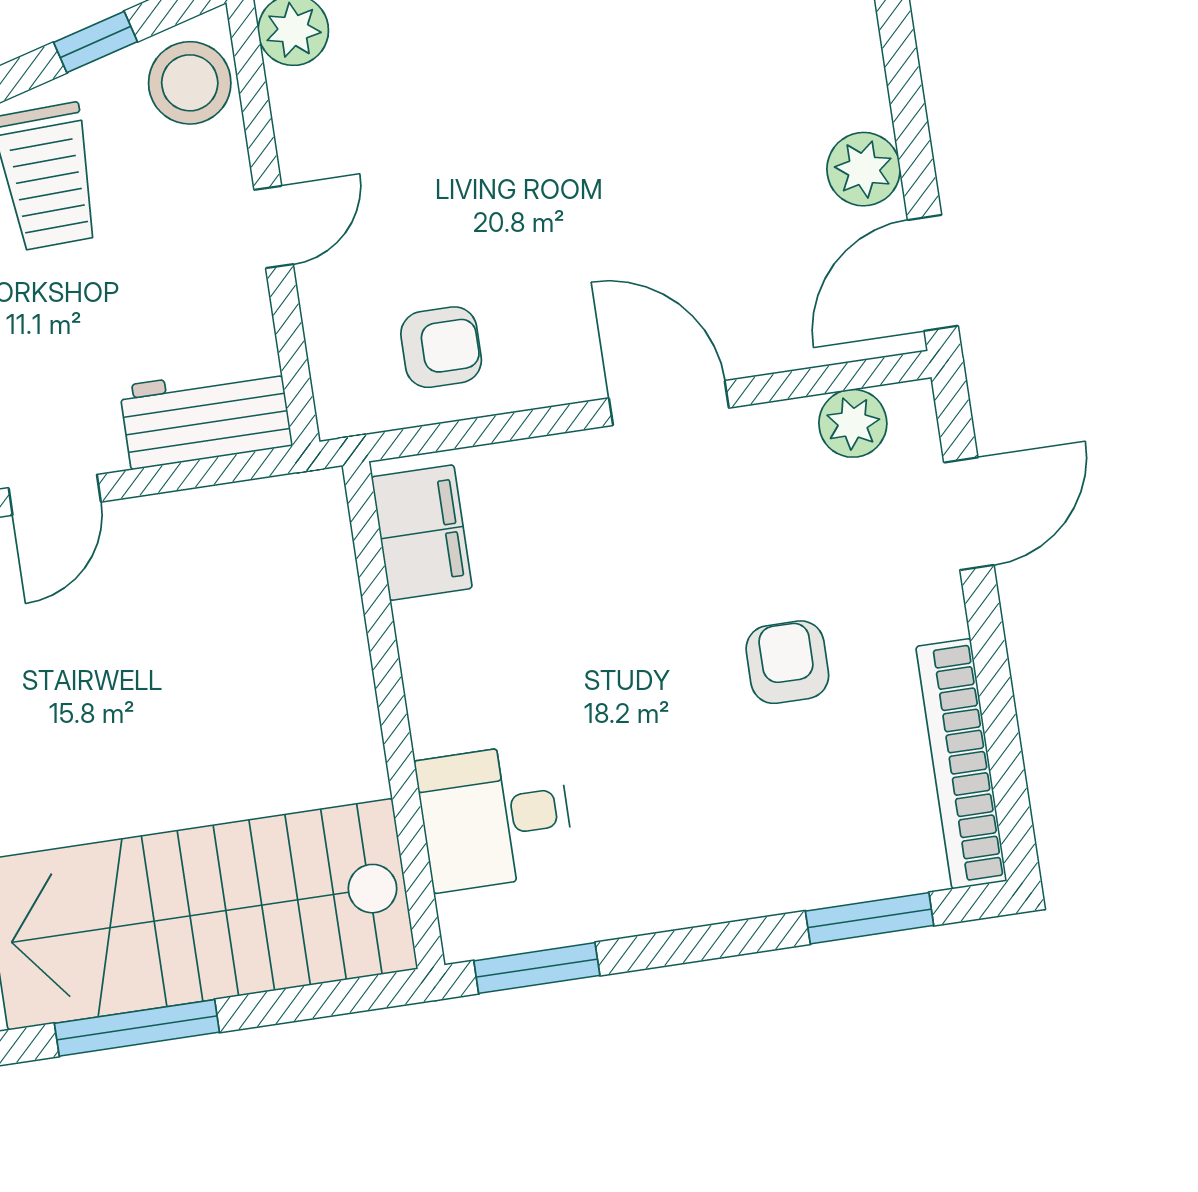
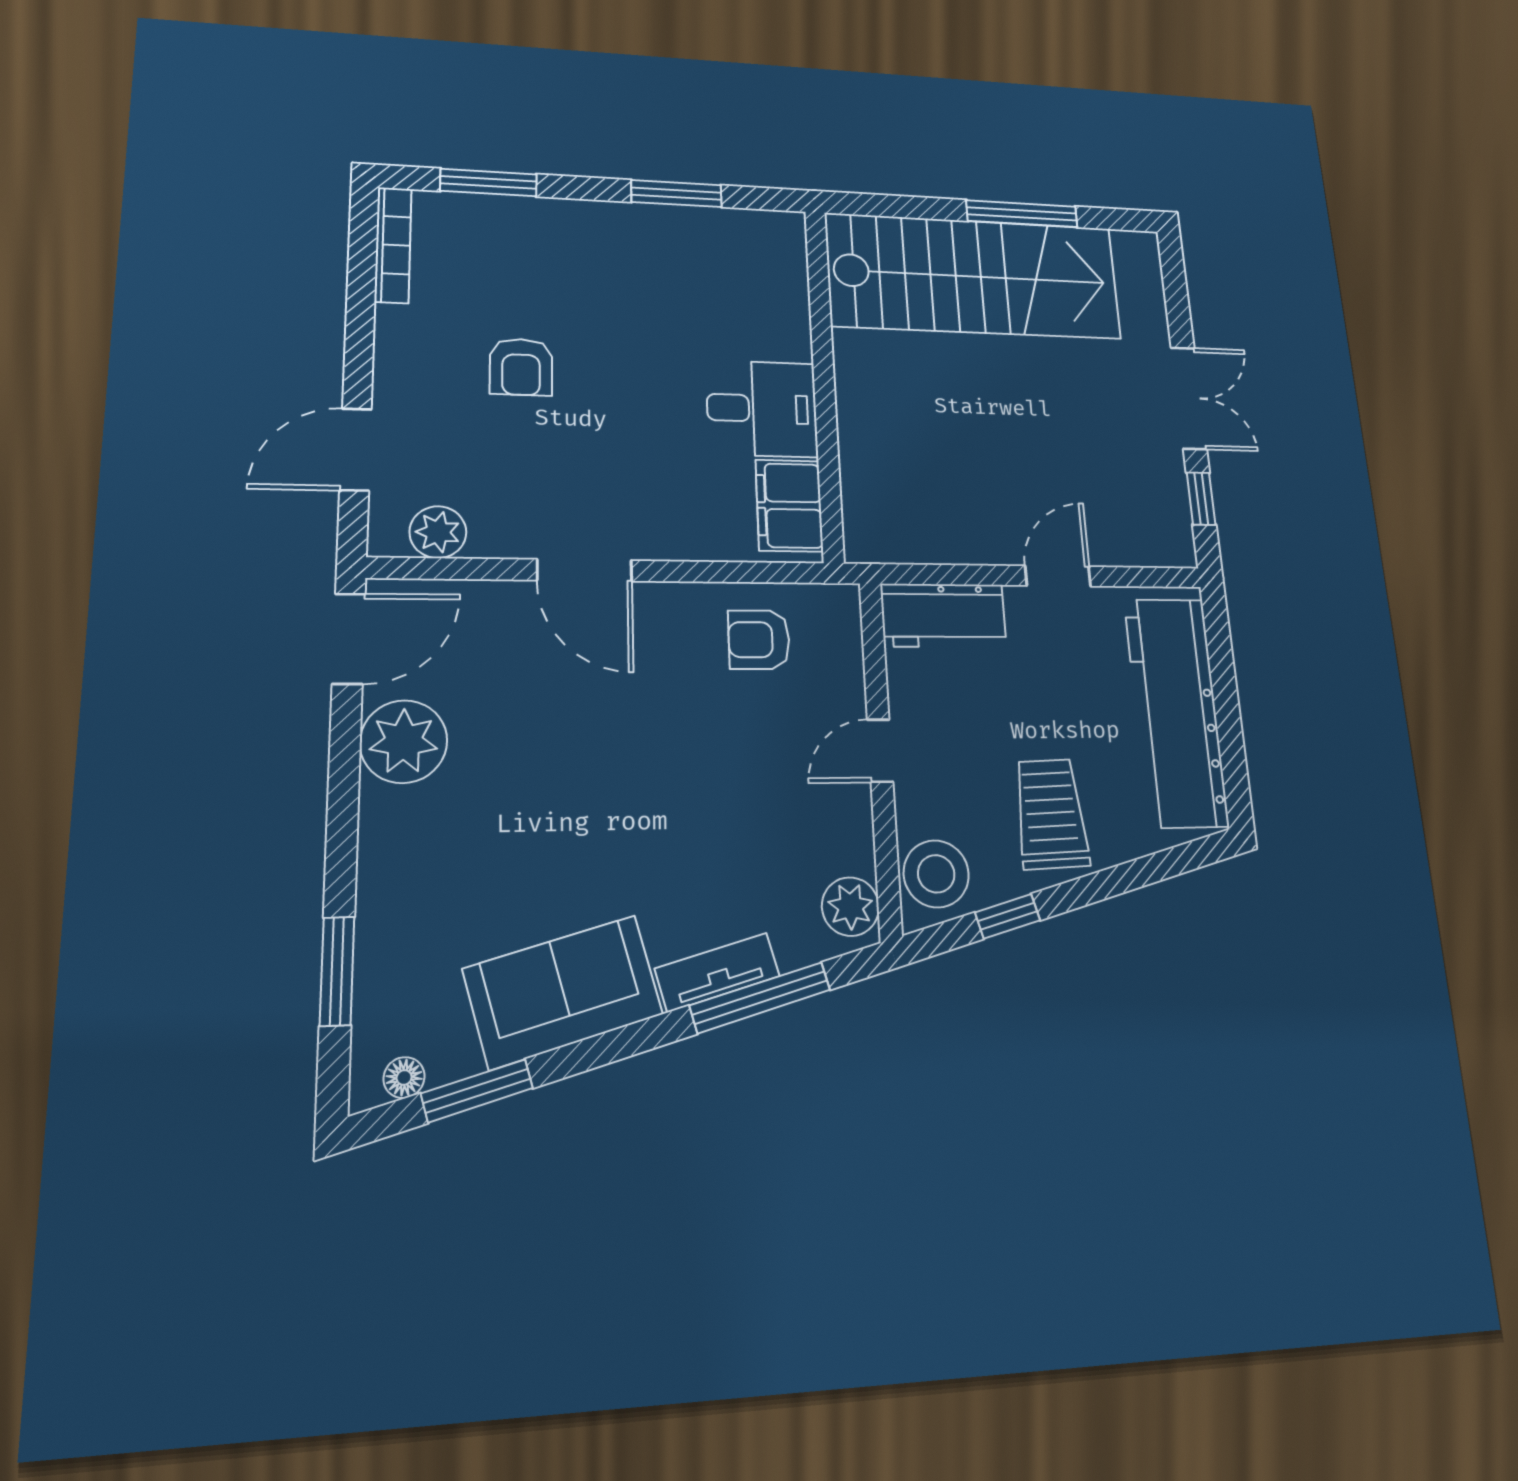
plant: (864, 169) -> (404, 742), width x1.36, depth x1.36
bookcase: (961, 764) -> (393, 245), width x0.68, depth x0.76
desk: (495, 817) -> (762, 409), moved
window: (537, 968) -> (676, 194), moved

